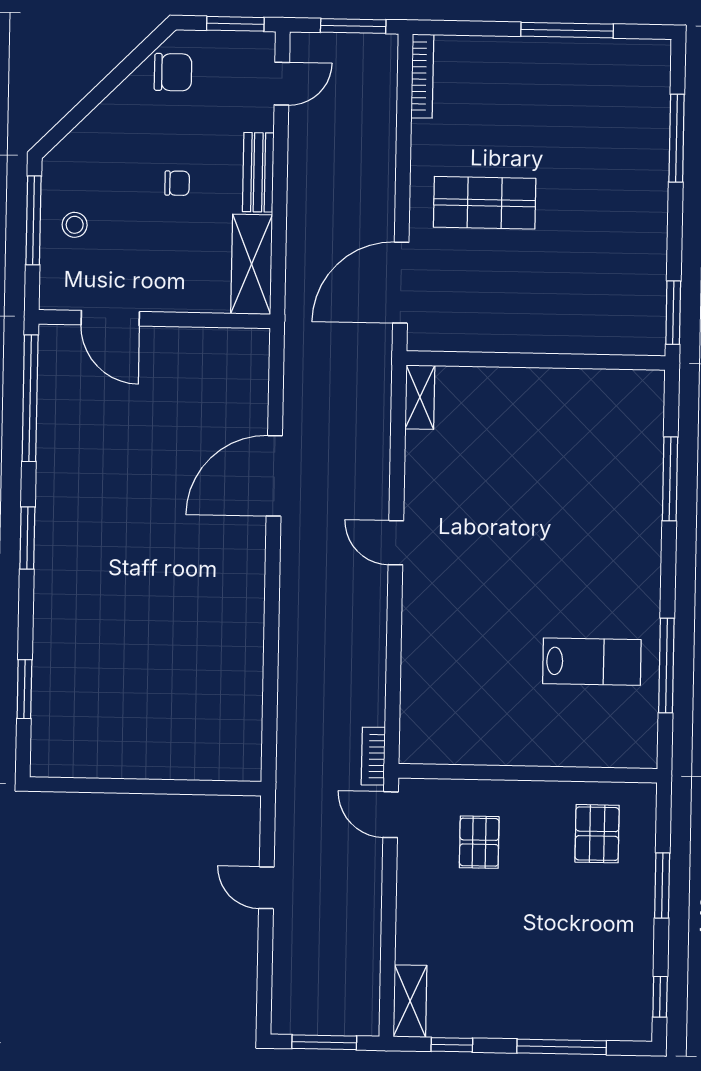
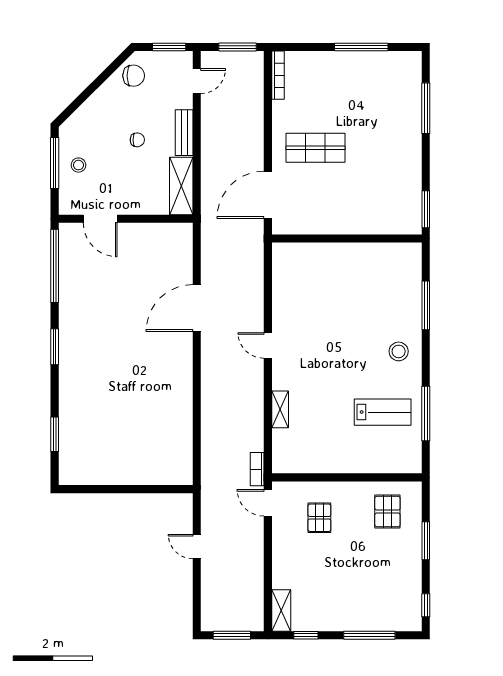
shelving: (420, 397) -> (280, 409), moved
stool: (622, 557) -> (399, 351), added

